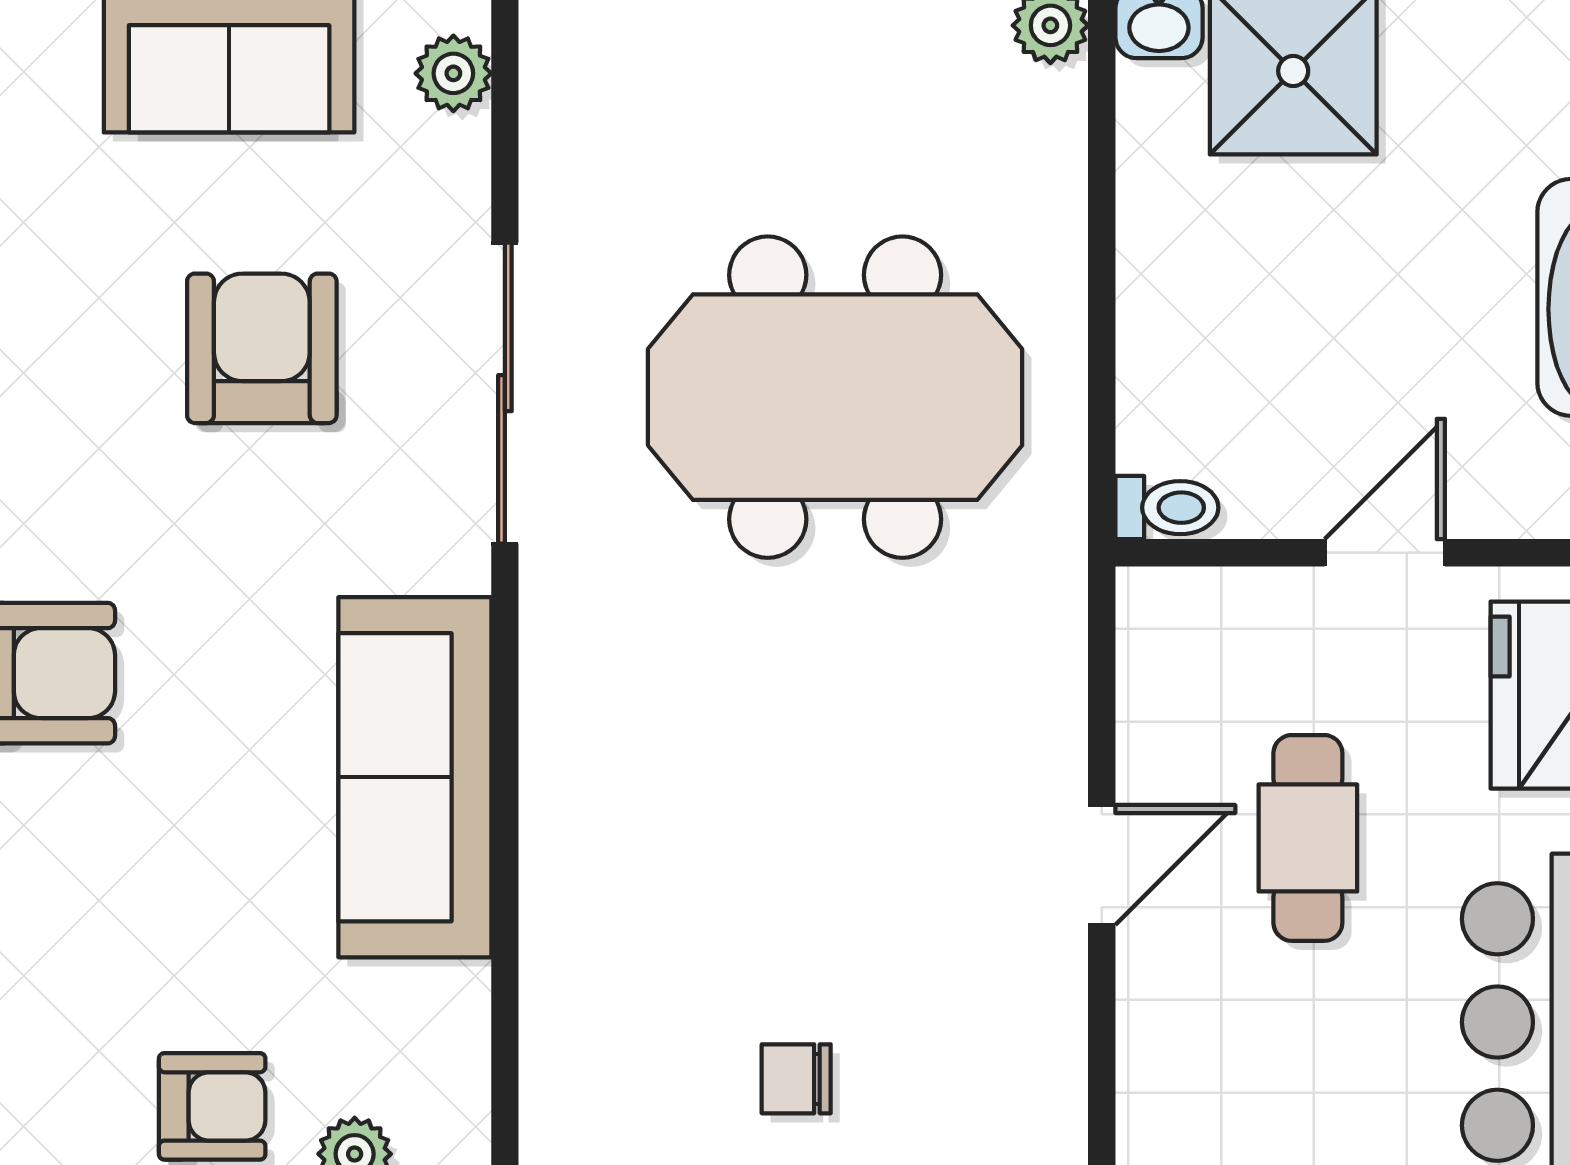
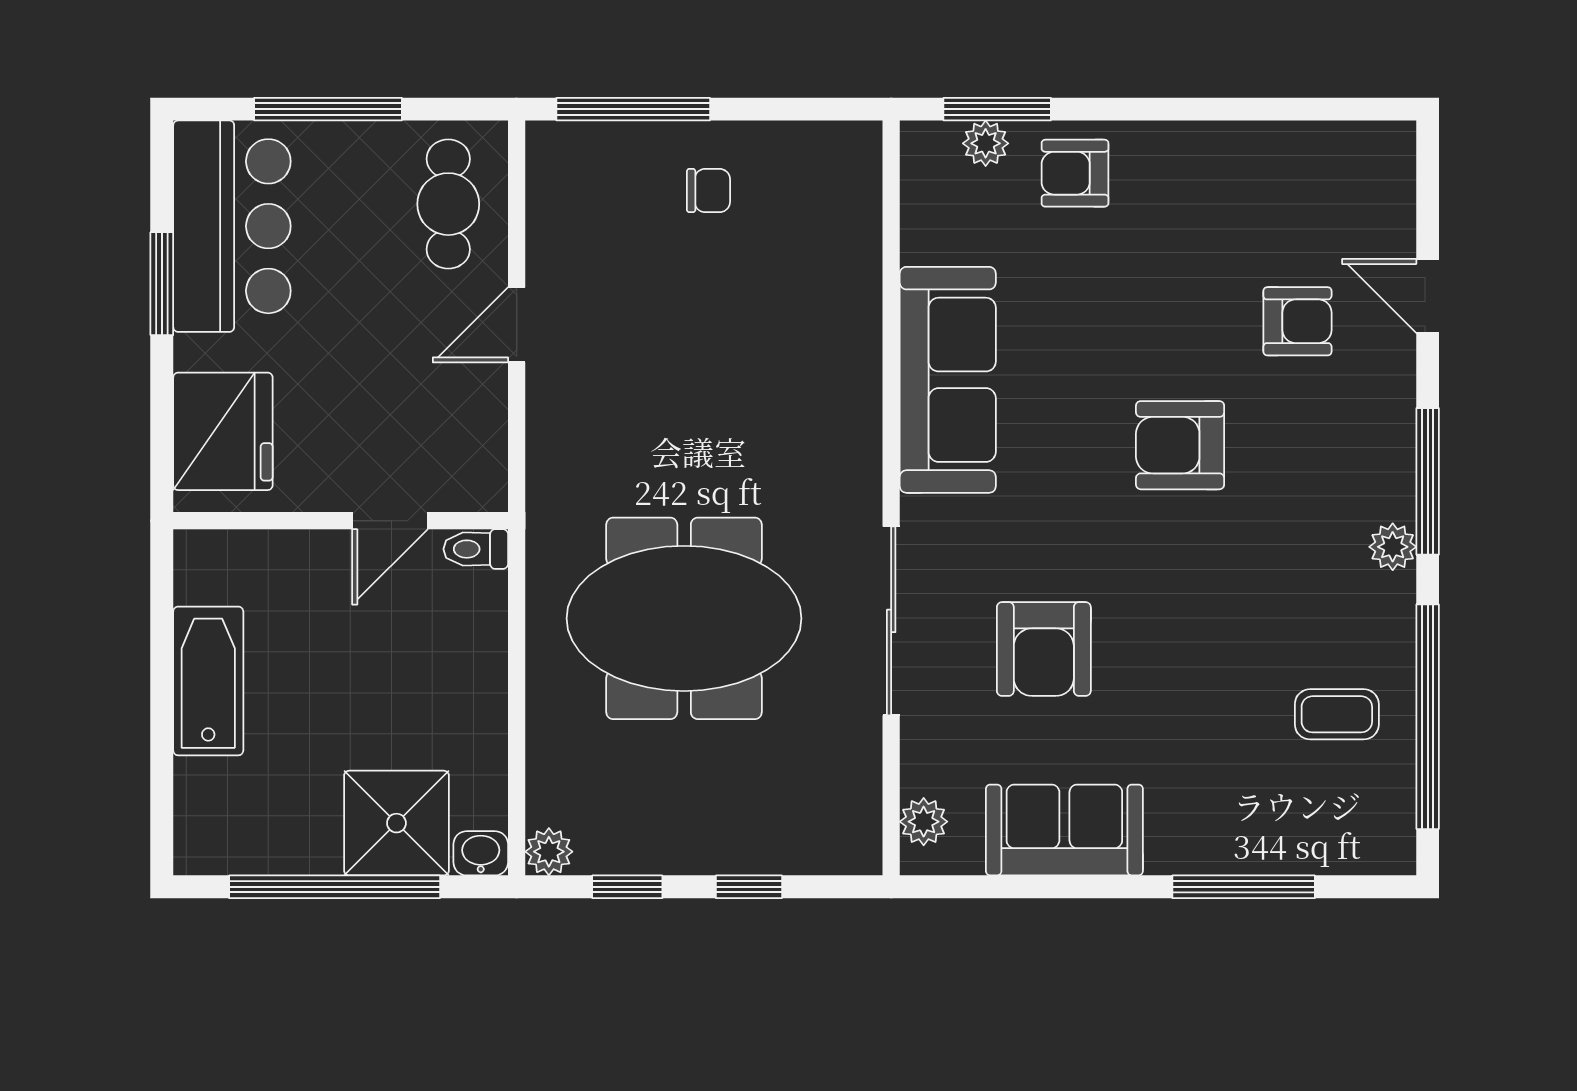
door: (1385, 553) -> (390, 521), moved
cafe table: (1308, 838) -> (448, 204), moved

